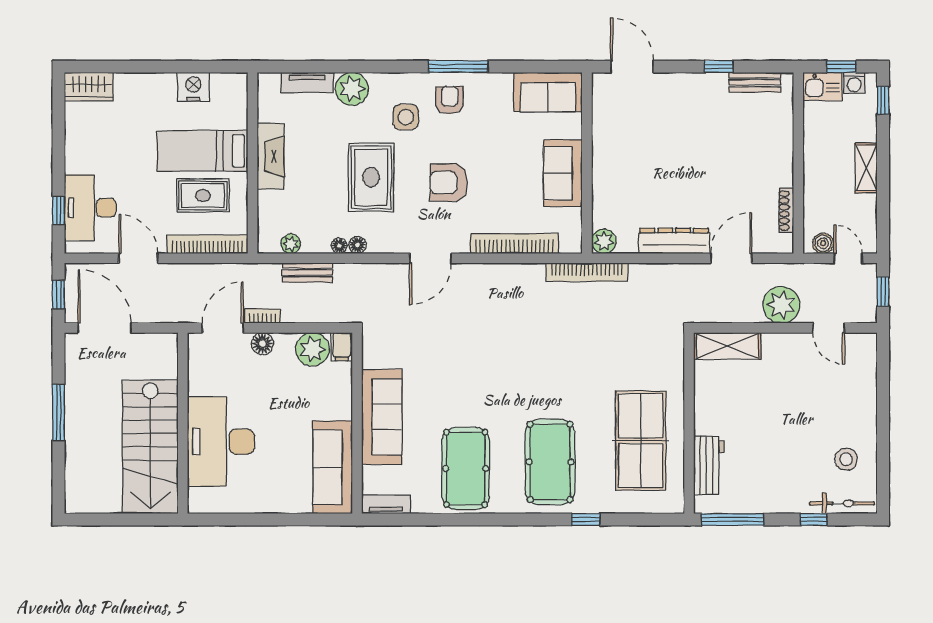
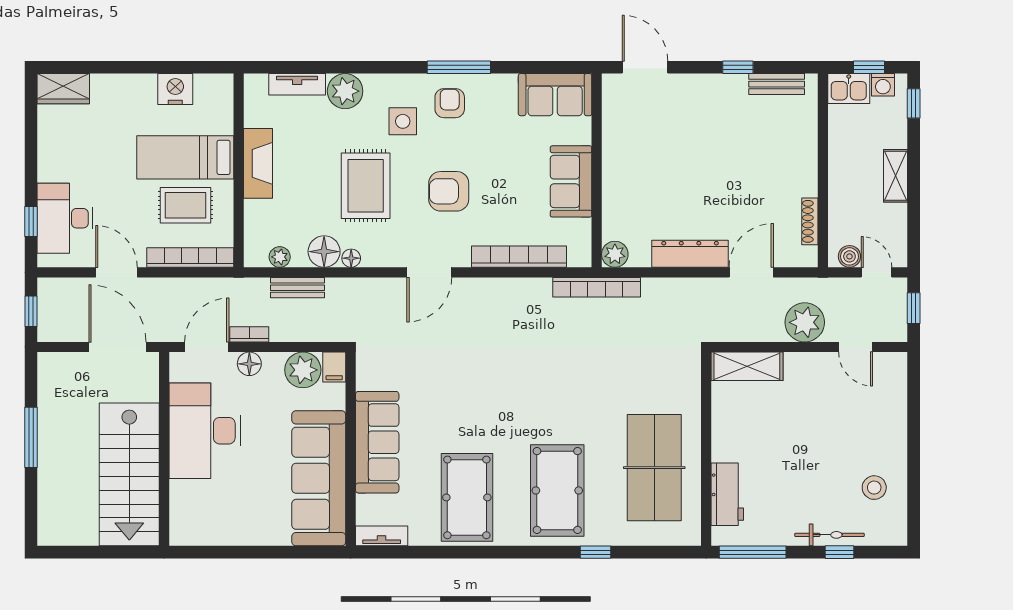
floor lamp: (339, 246) -> (324, 252), width x1.89, depth x1.89
door: (105, 328) -> (118, 347), moved
desk: (221, 442) -> (205, 431), moved
sofa: (333, 467) -> (319, 478), width x1.36, depth x1.27
bicycle: (842, 503) -> (829, 535), moved

